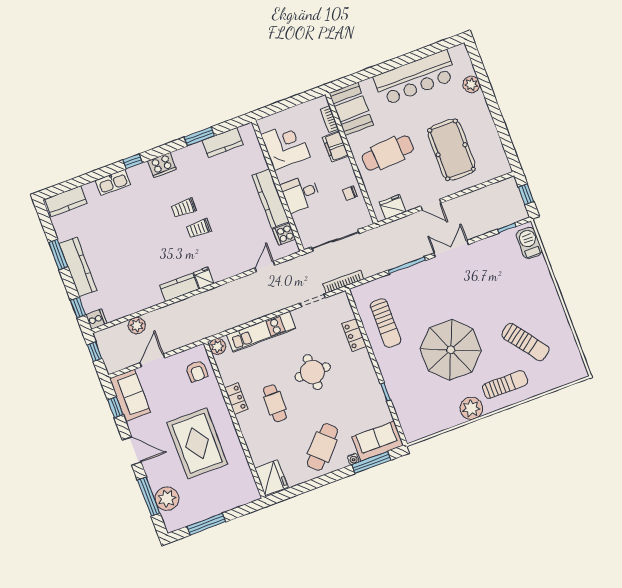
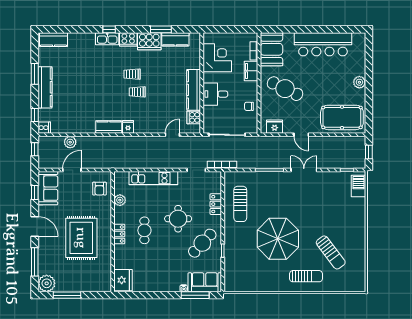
plant: (471, 84) -> (359, 82), moved
pool table: (452, 150) -> (342, 117), moved, turned 90
cafe table: (388, 153) -> (285, 89), turned 30
cooker: (190, 157) -> (149, 41), added
kitchen sink: (113, 182) -> (107, 39), moved
plant: (217, 347) -> (120, 200), moved
locker: (236, 399) -> (119, 234), moved
plant: (471, 408) -> (277, 284), removed
cafe table: (322, 447) -> (202, 243), moved
plant: (167, 499) -> (47, 283), moved

